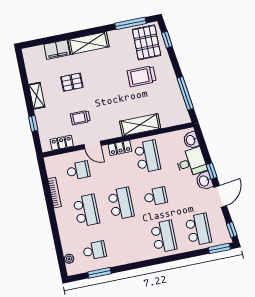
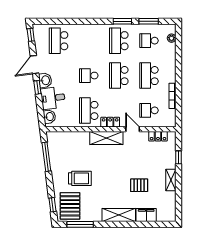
trolley: (80, 118) -> (138, 154), removed
shelving: (140, 125) -> (106, 138), moved
school desk: (164, 237) -> (119, 41), moved
window: (219, 248) -> (122, 21), moved

